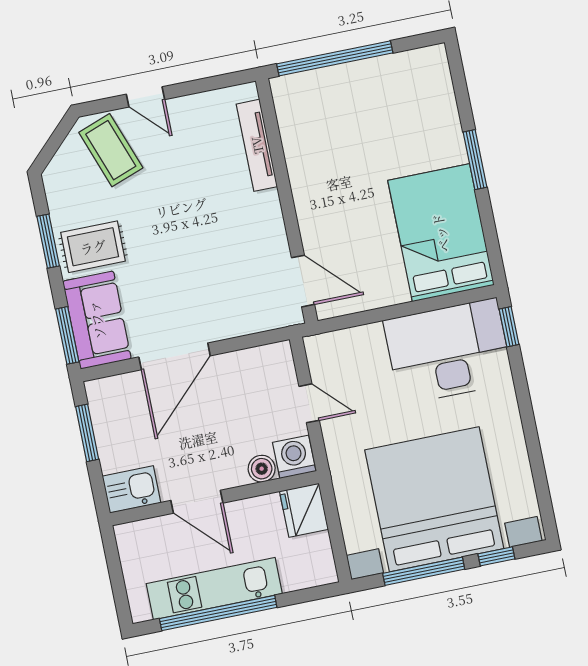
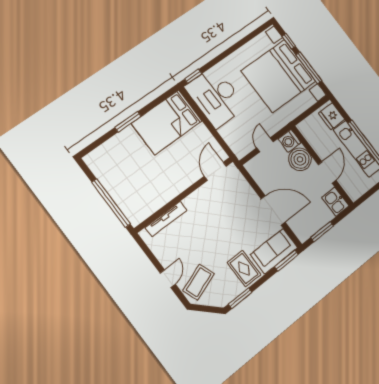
window: (48, 241) -> (240, 298), moved
boiler: (262, 469) -> (300, 159), width x1.86, depth x1.86
fridge: (304, 510) -> (332, 116), moved, turned 90

